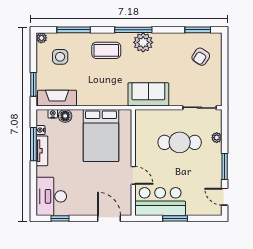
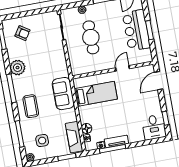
plant: (143, 42) -> (18, 68), moved
sofa: (148, 94) -> (63, 94), moved
bed: (101, 136) -> (96, 94), width x0.67
desk: (51, 196) -> (154, 127), width x0.73
bar counter: (160, 202) -> (136, 30), moved

